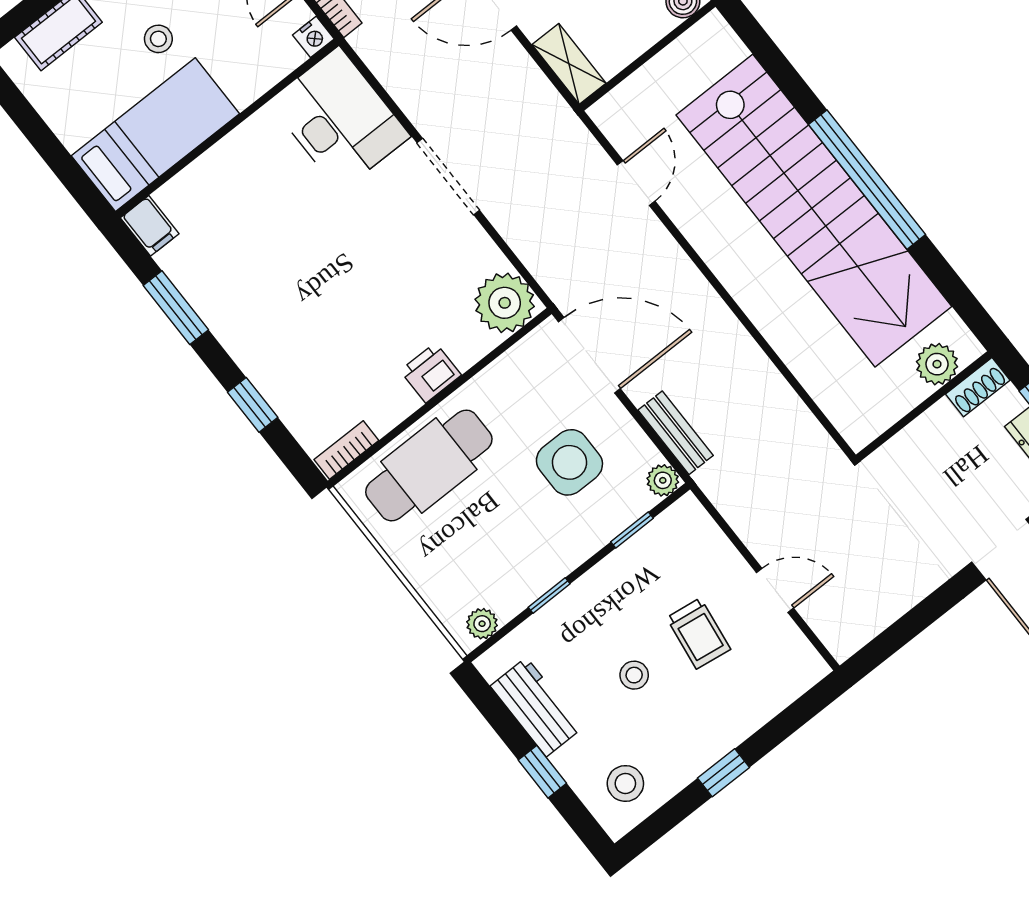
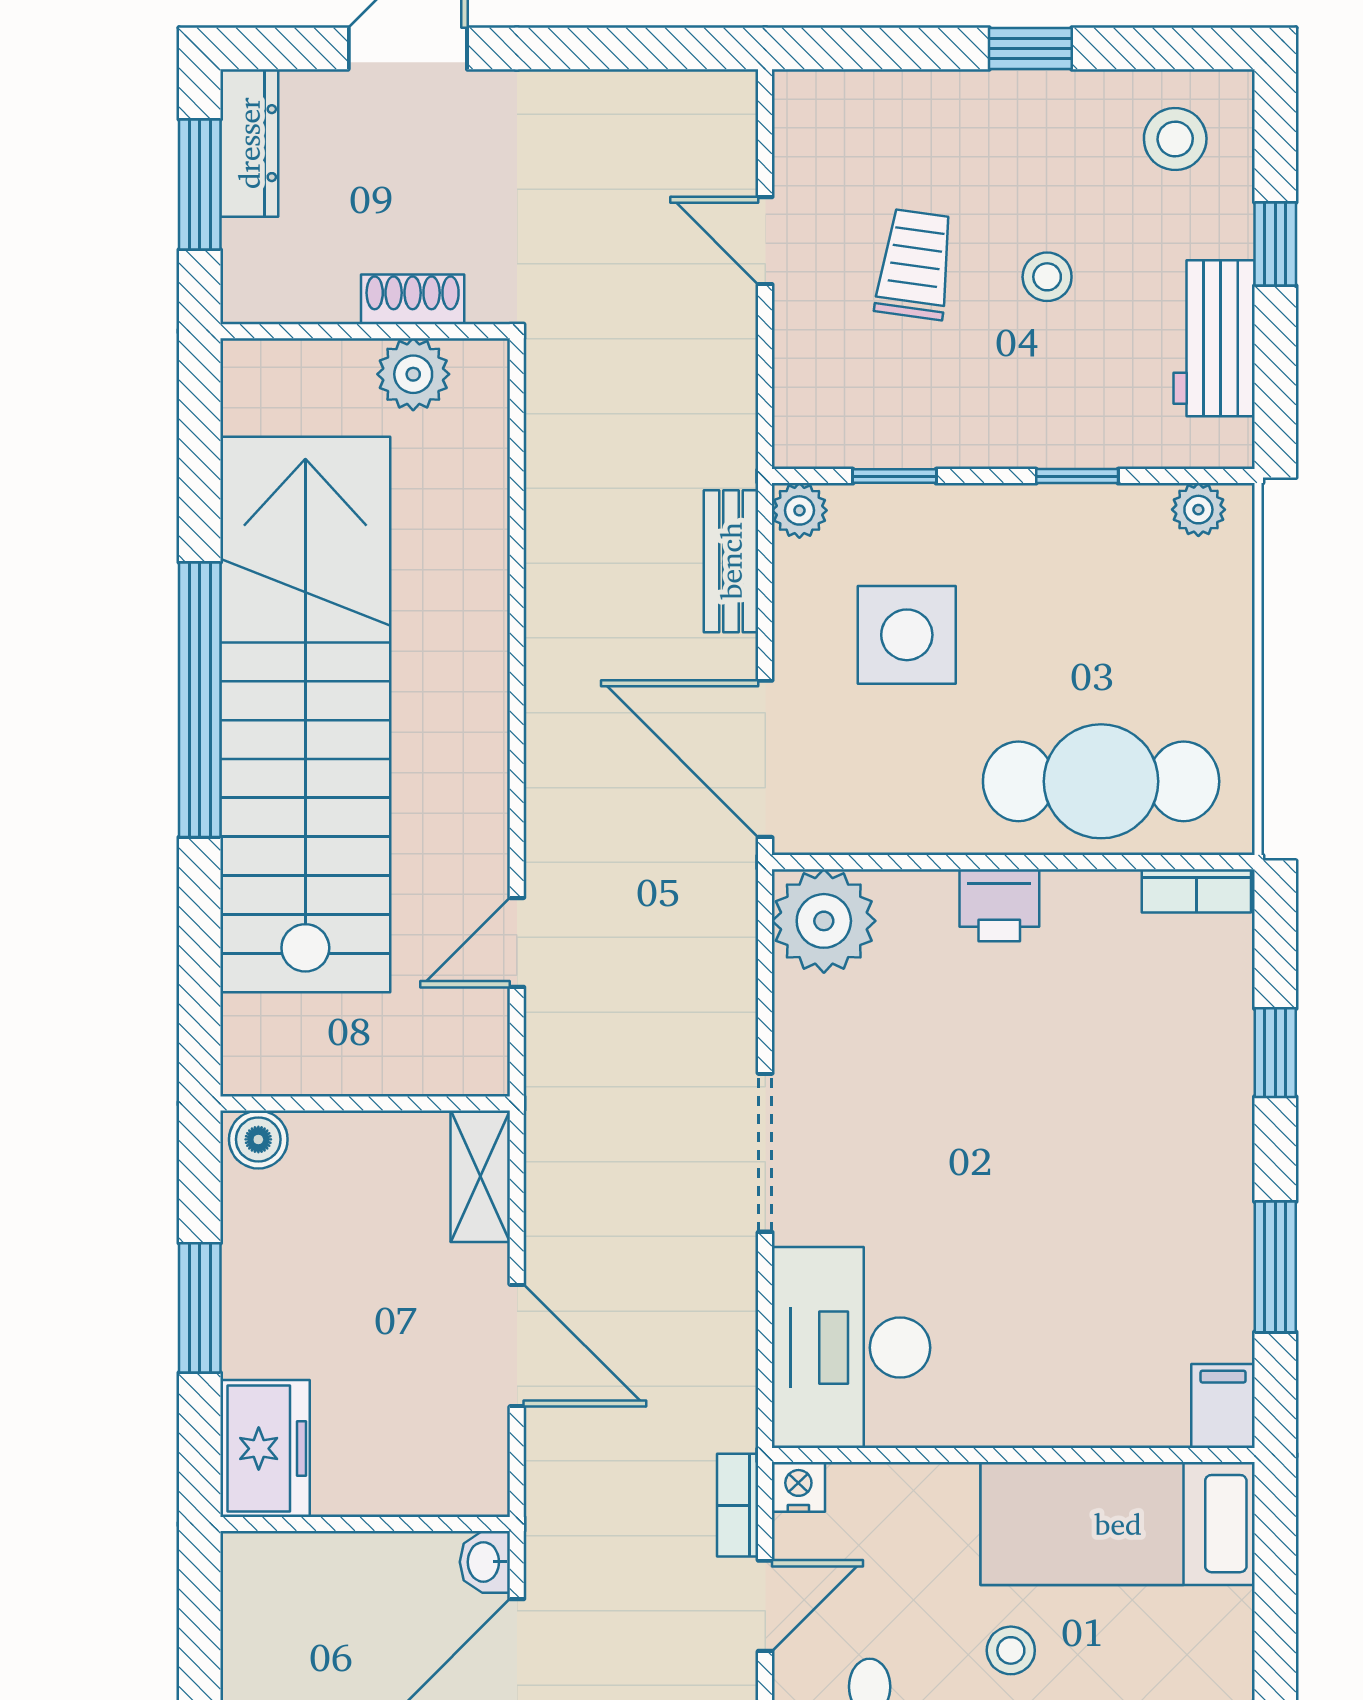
plant: (937, 364) -> (413, 374), moved
shoe rack: (978, 387) -> (413, 299), moved

